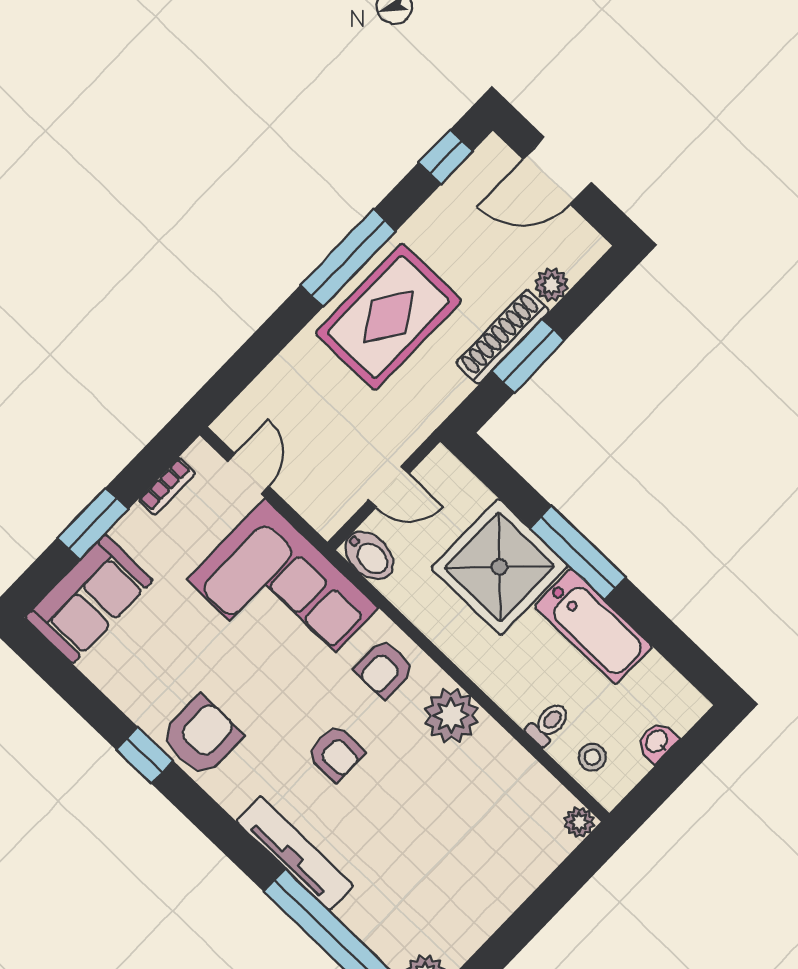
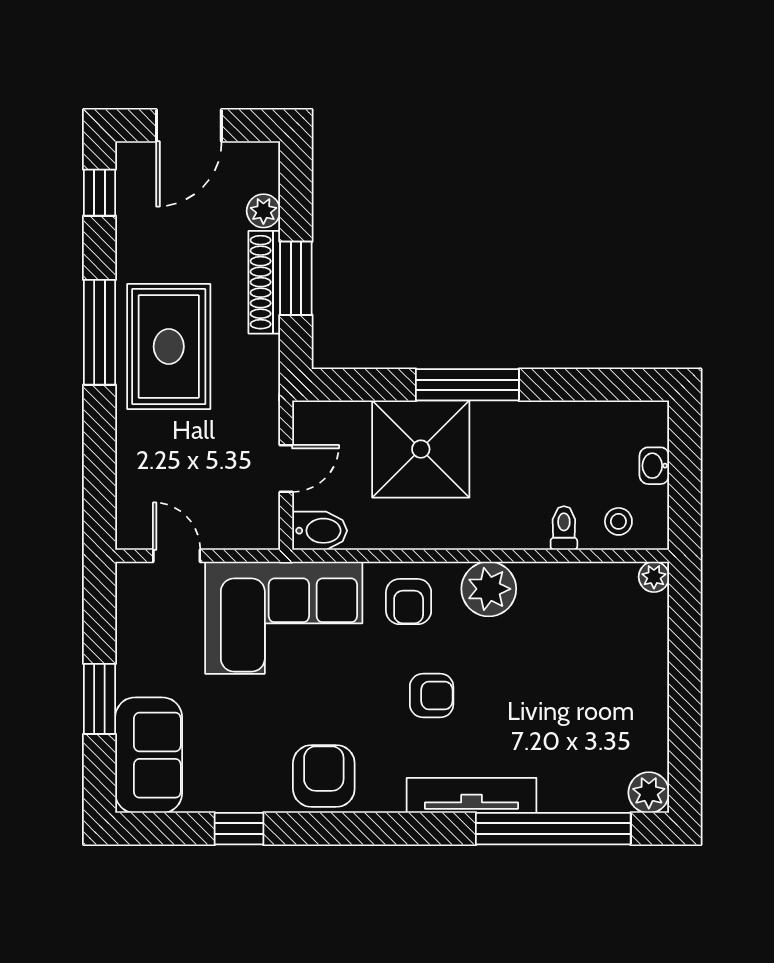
bookcase: (167, 486) -> (127, 621), removed
bathtub: (593, 627) -> (529, 427), removed
window: (145, 755) -> (239, 829), moved

